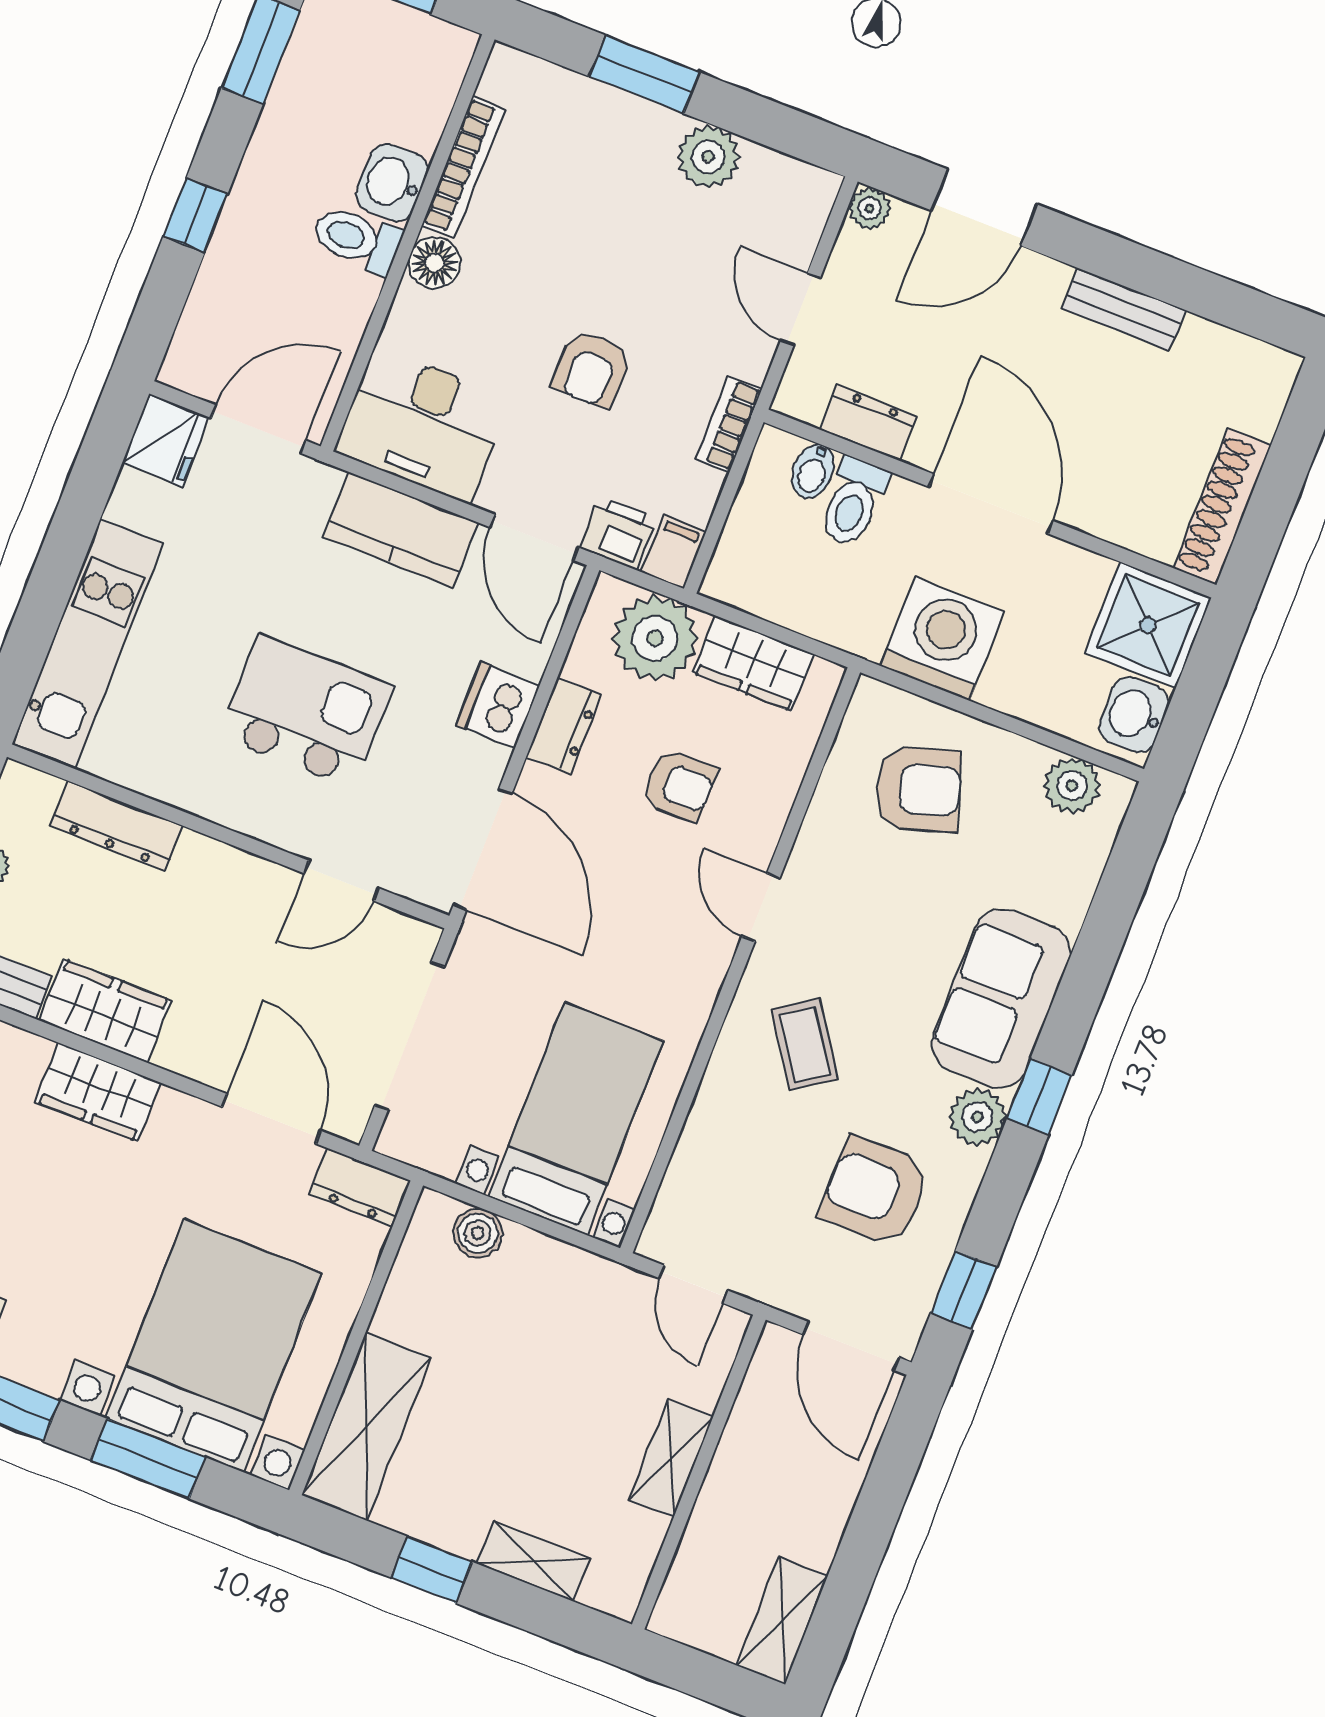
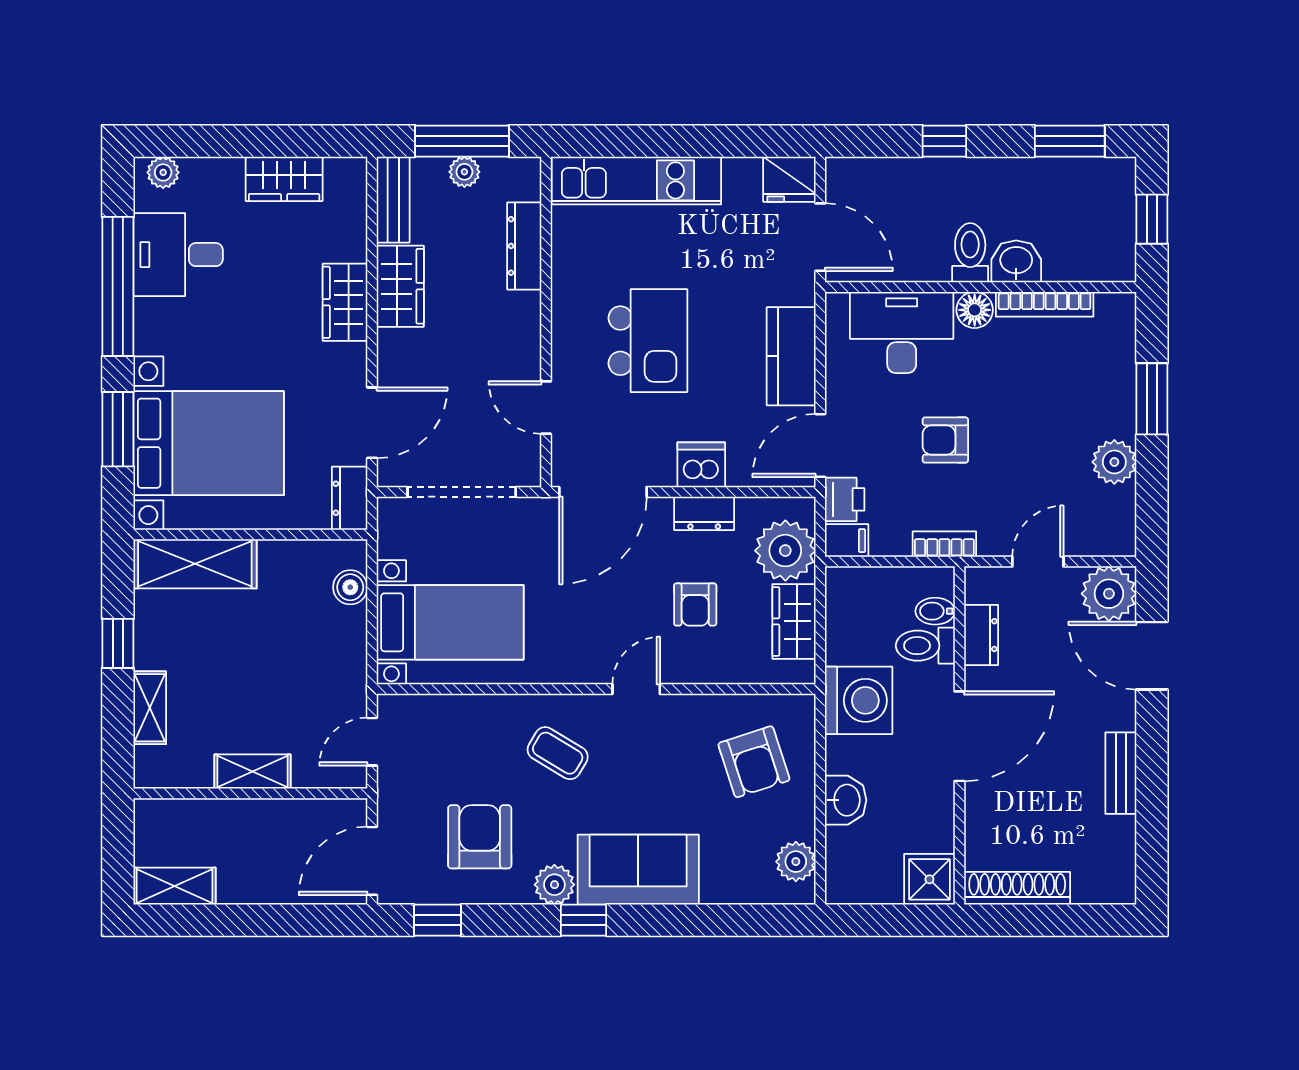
plant: (869, 209) -> (1109, 594), width x1.88, depth x1.88
desk: (423, 424) -> (902, 332), moved, turned 90
shower: (1148, 625) -> (929, 879), width x0.73, depth x0.73
washing machine: (942, 639) -> (859, 700), moved
washbasin: (1134, 715) -> (846, 800), moved, turned 90
coffee table: (805, 1045) -> (558, 753), turned 65

